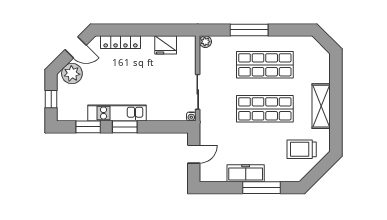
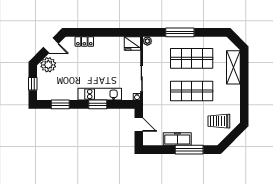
locker: (120, 42) -> (84, 42), width x0.66
fridge: (166, 45) -> (132, 44), moved
shelving: (321, 106) -> (233, 67), moved
kitchen unit: (117, 113) -> (100, 94), moved
window: (125, 127) -> (98, 104), moved
door: (194, 154) -> (139, 125), hinge flipped

